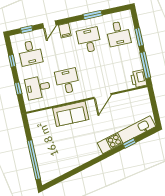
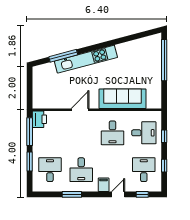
sofa: (71, 114) -> (123, 99), width x1.36
kitchen unit: (126, 135) -> (86, 59), moved
window: (129, 143) -> (63, 56), width x2.17

